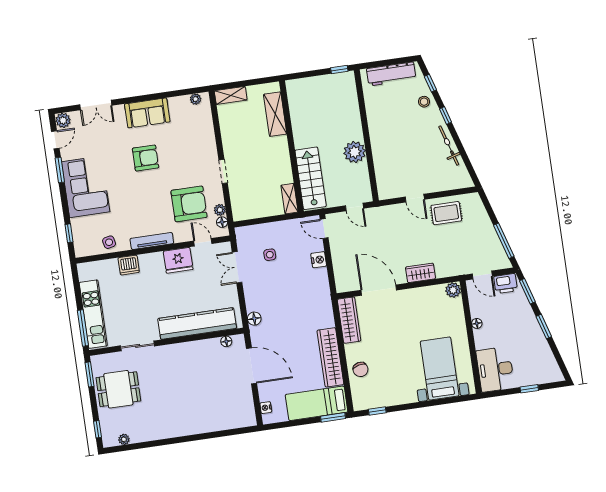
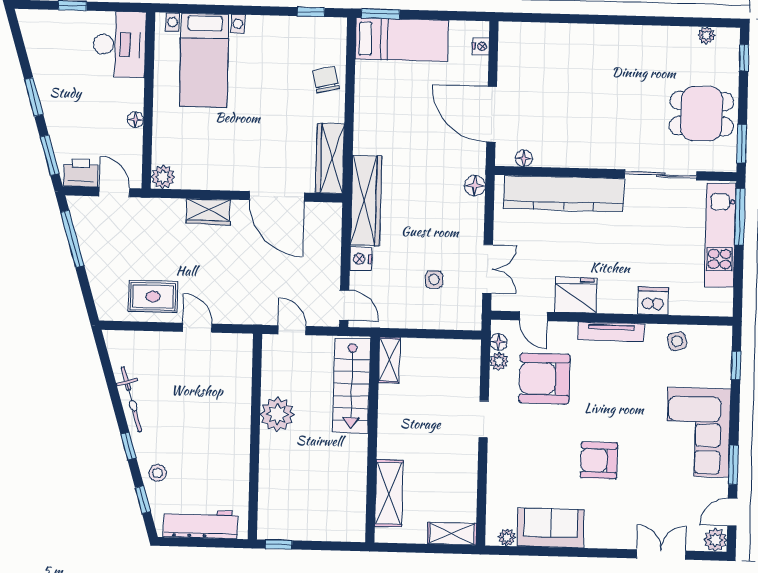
sofa: (147, 113) -> (551, 528), moved
sliding door: (138, 346) -> (661, 175), width x1.37
wardrobe: (330, 357) -> (366, 201), moved

